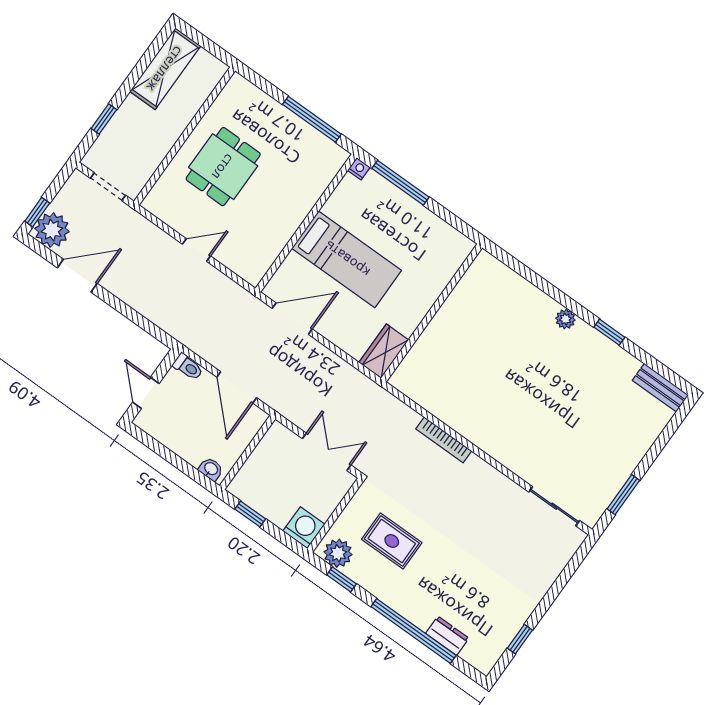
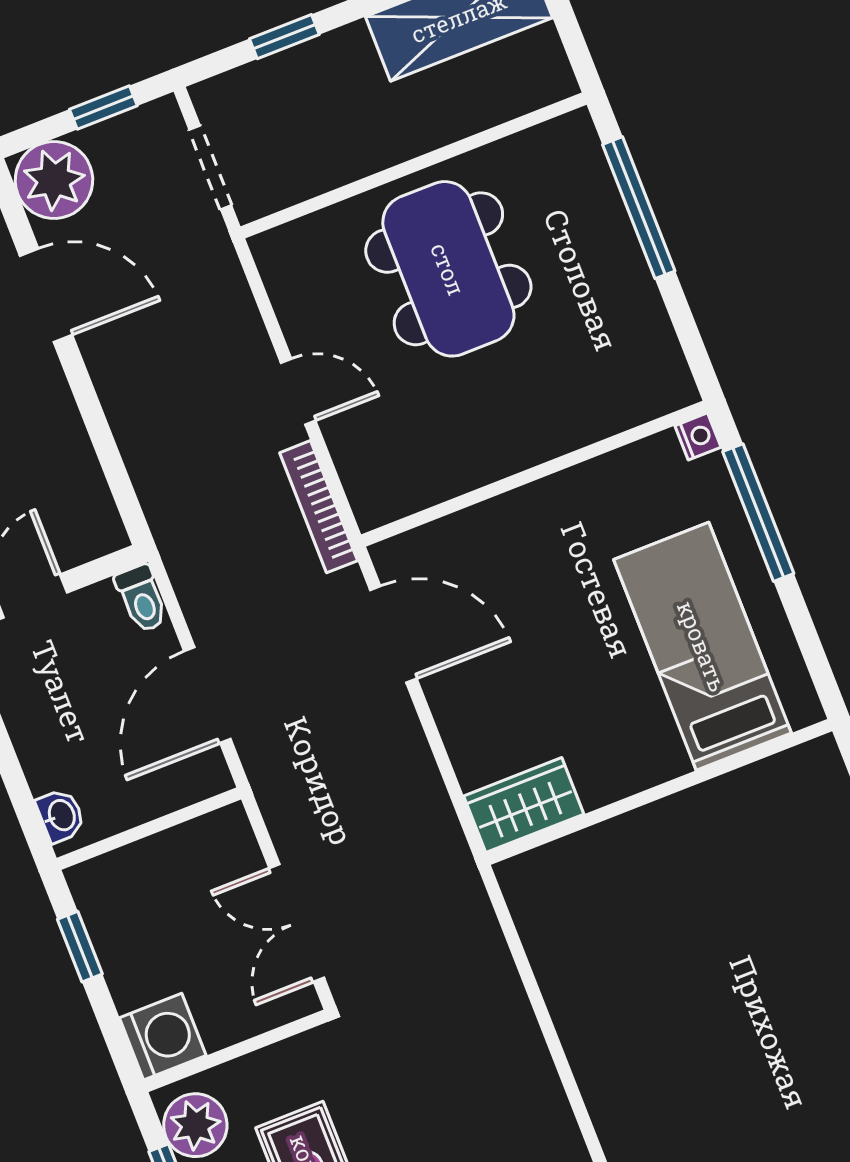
window: (312, 119) -> (639, 208), moved
dining table: (223, 167) -> (448, 269), width x1.37
window: (37, 212) -> (103, 108), moved
bed: (347, 259) -> (702, 646), moved, turned 180
bookcase: (444, 440) -> (319, 507), moved
double door: (327, 452) -> (297, 923), swing flipped

